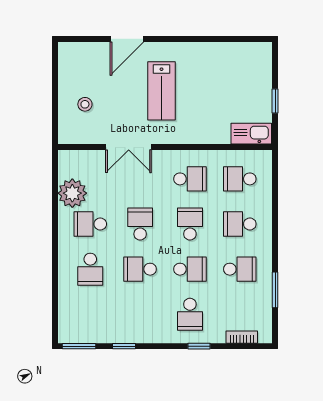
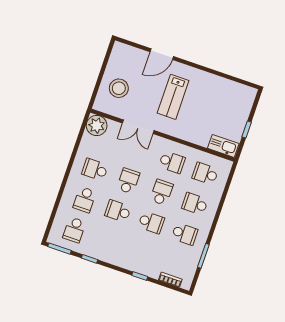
stool: (85, 104) -> (119, 88), width x1.89, depth x1.89
plant: (72, 193) -> (97, 126), moved
school desk: (190, 314) -> (74, 230), moved

